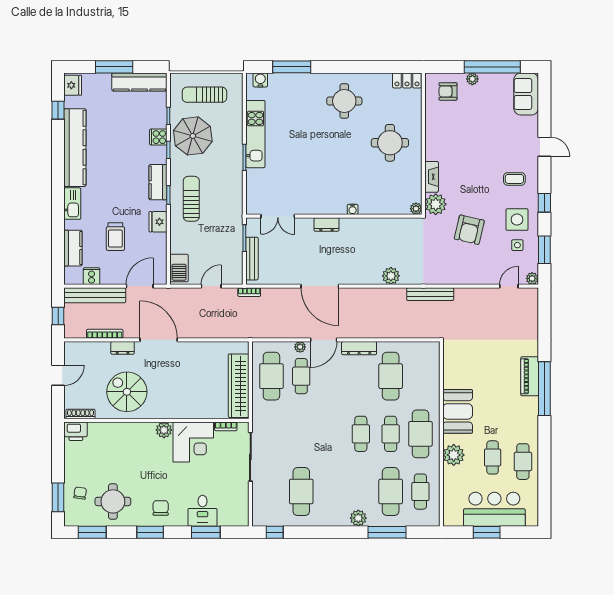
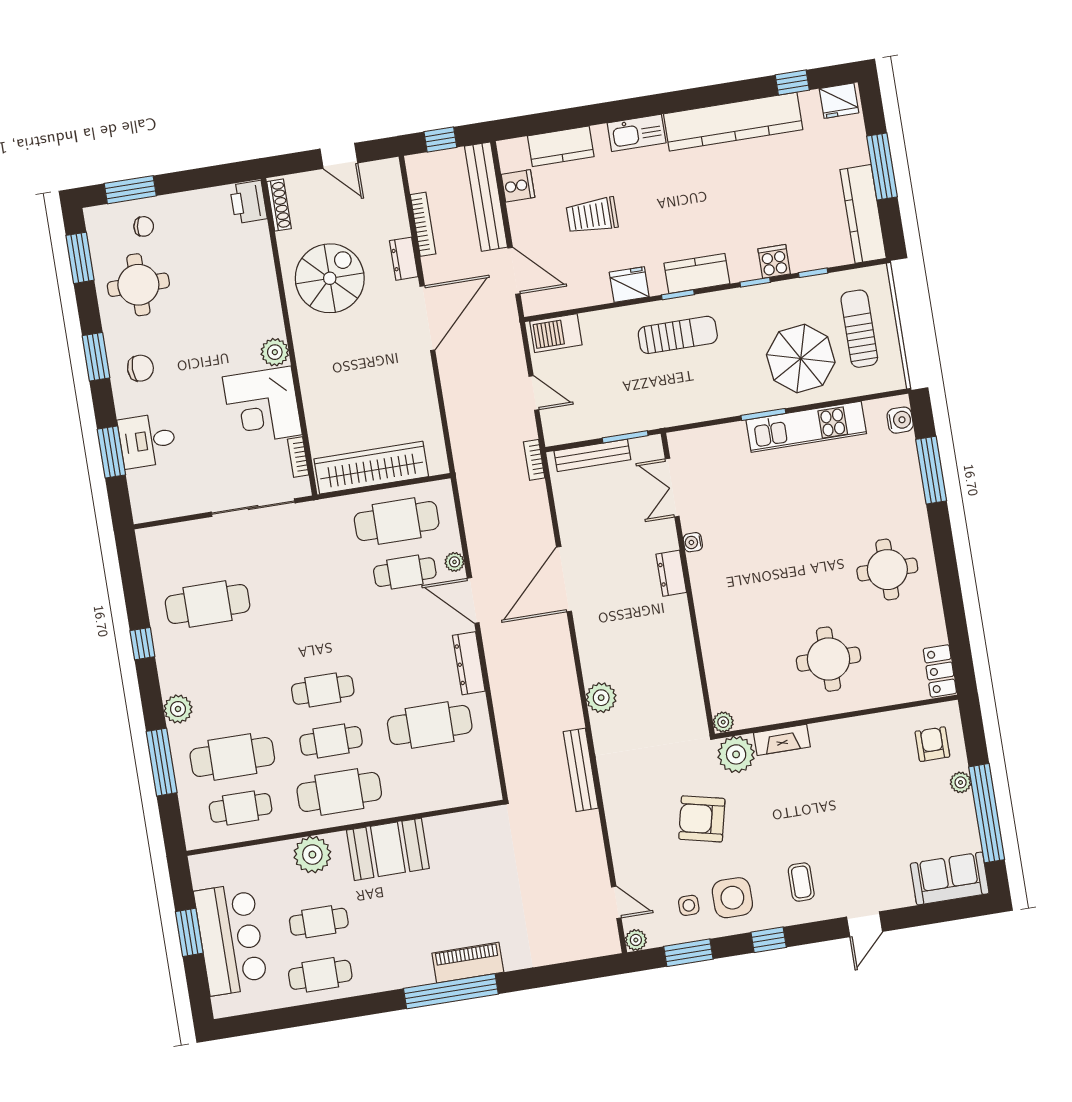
parasol: (193, 136) -> (801, 358), moved
water cooler: (353, 209) -> (693, 542), moved
window: (275, 532) -> (142, 644), moved

